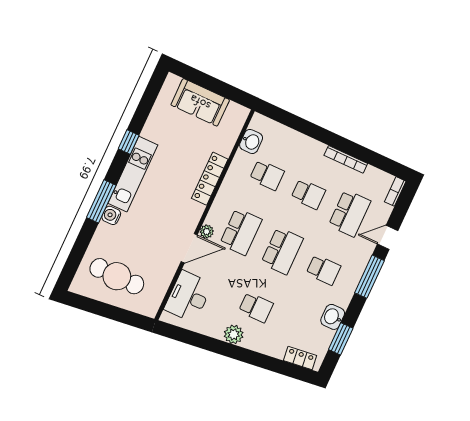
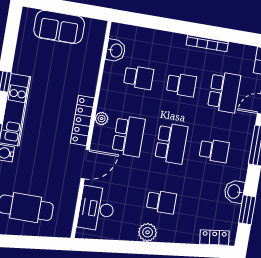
locker: (210, 179) -> (83, 120), moved
plant: (207, 232) -> (102, 119), moved

